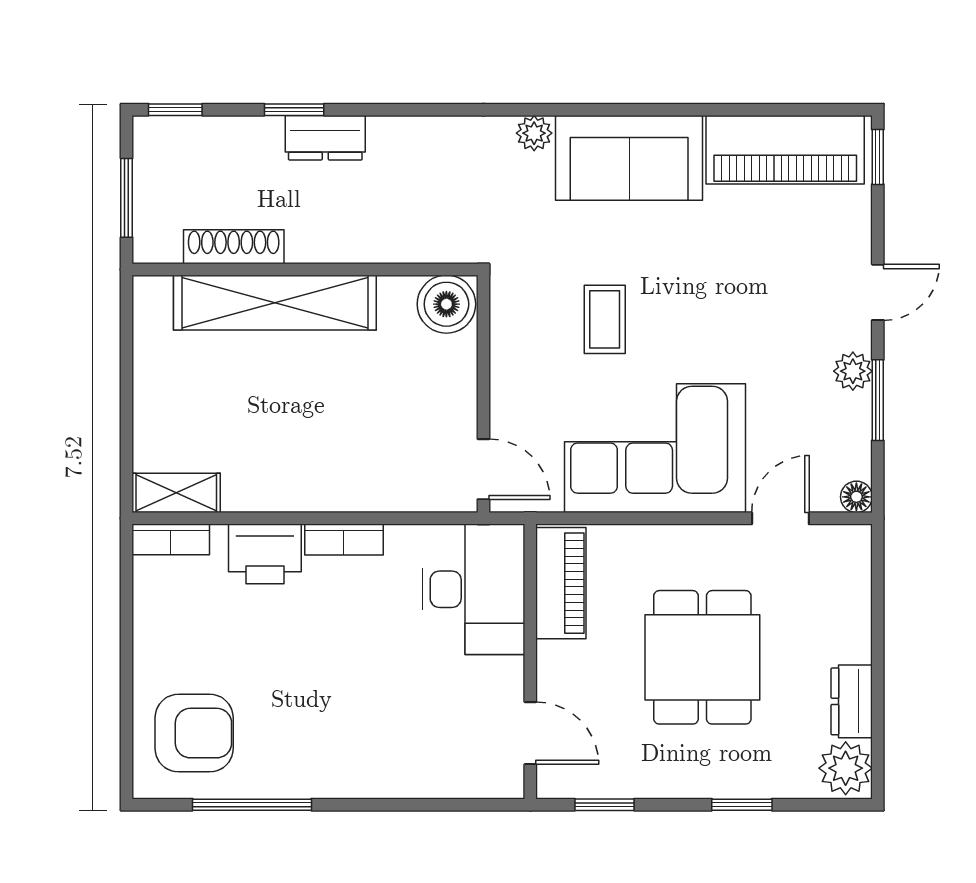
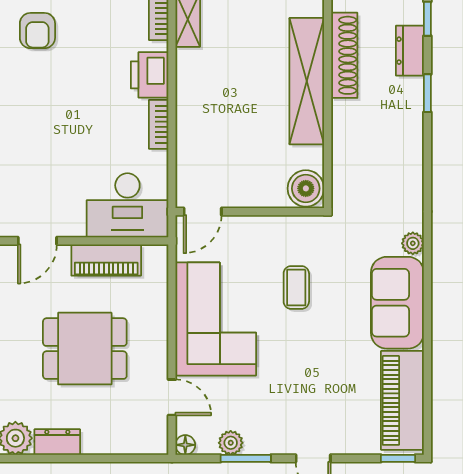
dresser: (325, 138) -> (410, 51), moved
shoe rack: (234, 247) -> (344, 55), width x1.36, depth x1.24
coffee table: (605, 319) -> (296, 287), turned 90
plant: (853, 371) -> (231, 443), moved
piano: (561, 583) -> (106, 260), moved
armchair: (194, 733) -> (37, 31), width x0.72, depth x0.72

